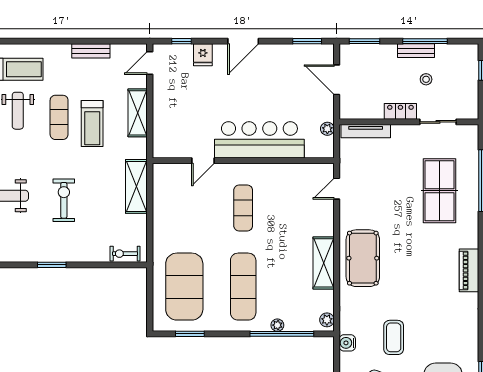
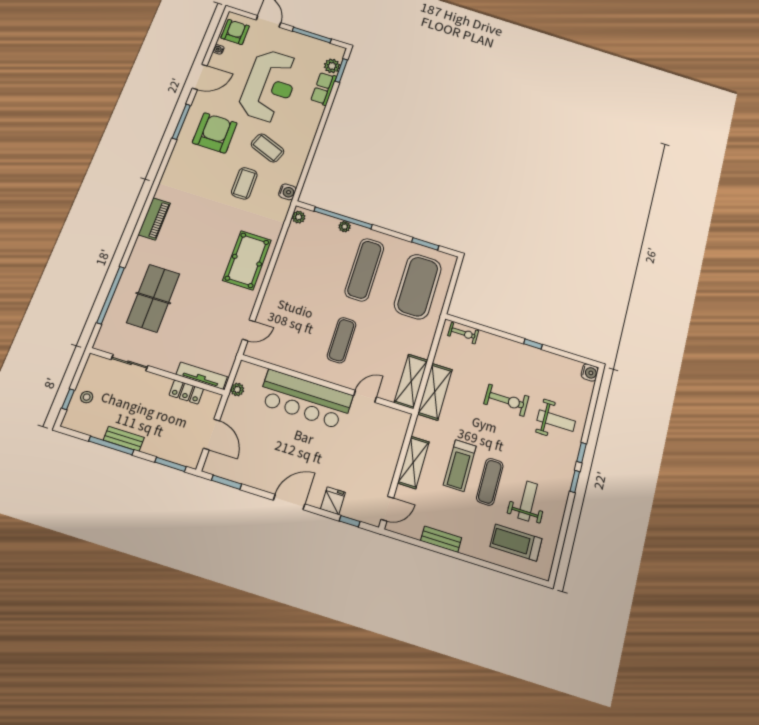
stool: (426, 79) -> (87, 397), moved
locker: (400, 111) -> (186, 392), moved
treadmill: (92, 124) -> (460, 466), turned 180
exercise bike: (64, 200) -> (506, 400), turned -90
shelving: (324, 263) -> (411, 381), moved
window: (52, 265) -> (533, 344), width x0.67

